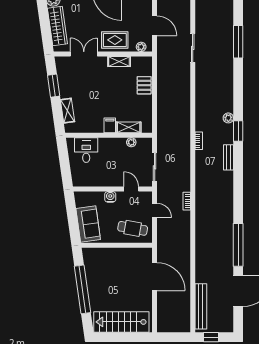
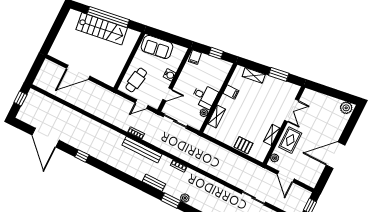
wardrobe: (57, 26) -> (324, 101), removed
door: (155, 26) -> (286, 177), hinge flipped
filing cabinet: (110, 125) -> (231, 92), moved
desk: (86, 150) -> (205, 96), moved
window: (64, 161) -> (216, 53), added
filing cabinet: (79, 180) -> (195, 57), added
window: (238, 245) -> (82, 156), width x0.32
door: (155, 277) -> (78, 72), moved
bench: (201, 306) -> (142, 150), moved
stairs: (121, 322) -> (102, 29), moved, turned 82

